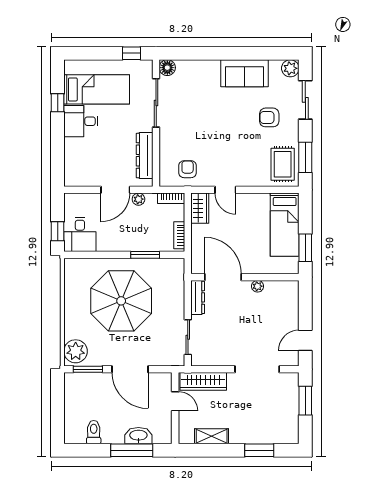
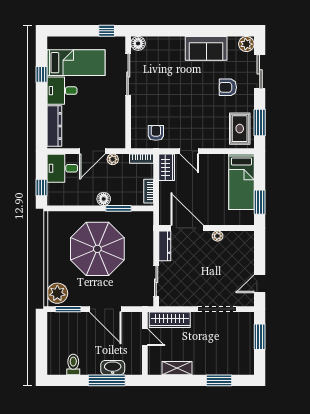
dresser: (145, 156) -> (54, 126), moved, turned 180
desk: (80, 234) -> (62, 168), moved, turned 90
floor lamp: (128, 244) -> (104, 199), added

